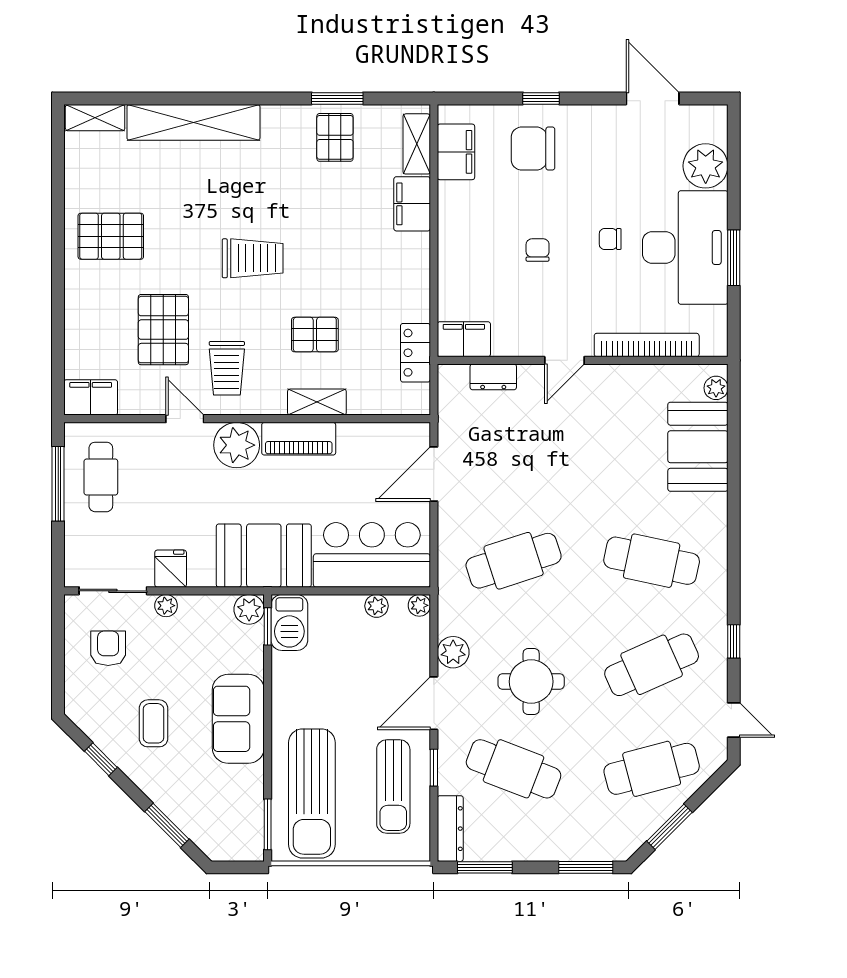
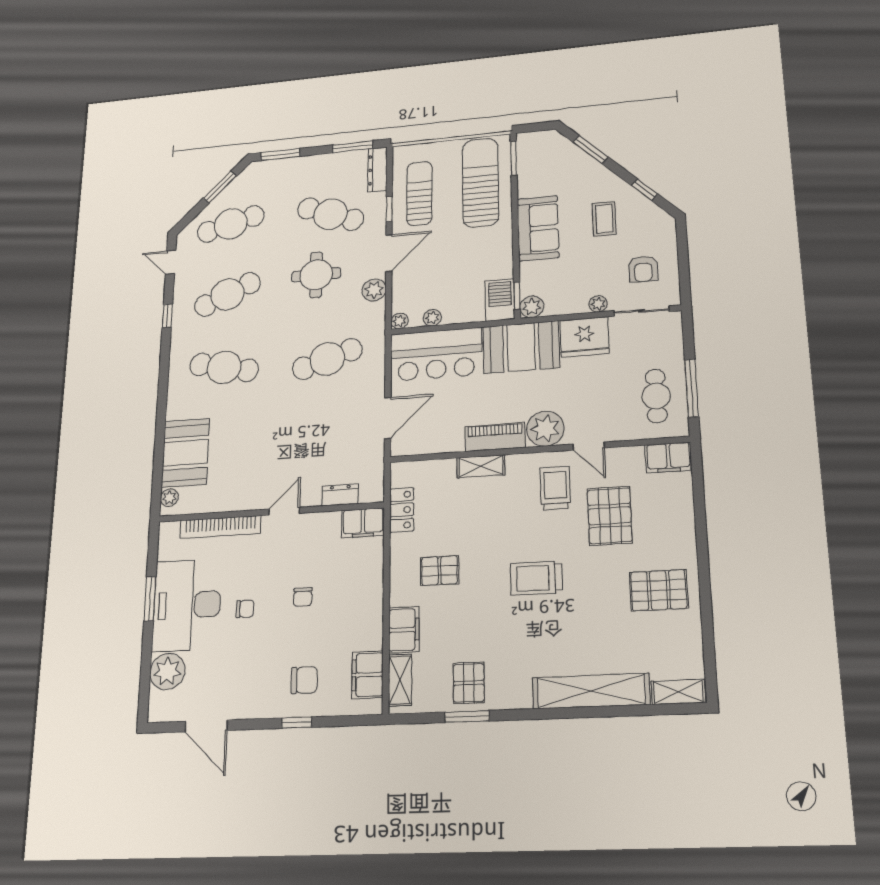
chair: (533, 149) -> (304, 680), width x0.73, depth x0.73
pallet: (315, 335) -> (440, 571), moved
fridge: (171, 569) -> (585, 337), width x1.88, depth x1.34

